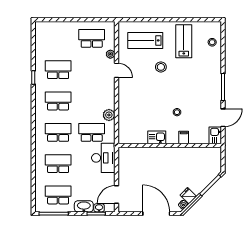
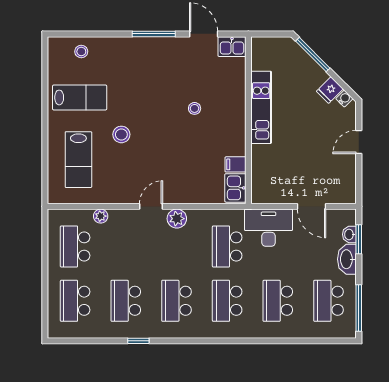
school desk: (58, 38) -> (75, 301), added
lab bench: (184, 41) -> (80, 97), turned 180
door: (116, 70) -> (151, 206), moved
plant: (109, 115) -> (177, 219), moved
kitchen sink: (157, 137) -> (235, 188), moved
filing cabinet: (184, 137) -> (235, 164), moved
kitchen unit: (178, 153) -> (261, 107), added
door: (116, 195) -> (312, 206), moved
door: (156, 214) -> (359, 142), width x0.53

